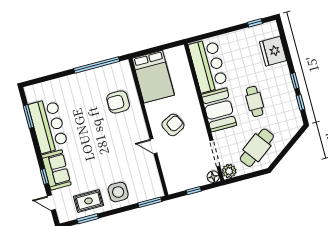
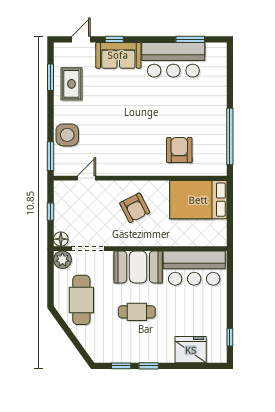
door: (154, 146) -> (86, 178), moved
cafe table: (257, 148) -> (81, 300), turned 37
side table: (118, 192) -> (67, 135), moved

